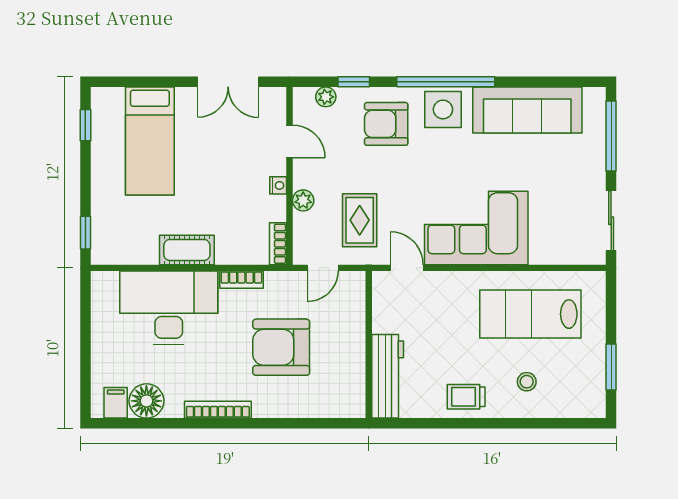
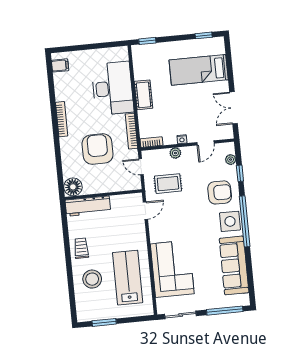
armchair: (386, 124) -> (220, 192), turned 90
corner sofa: (476, 228) -> (172, 269), moved
bookcase: (241, 280) -> (131, 131), width x1.56
stool: (527, 382) -> (92, 279), width x1.89, depth x1.89
floor lamp: (146, 401) -> (73, 187), moved

